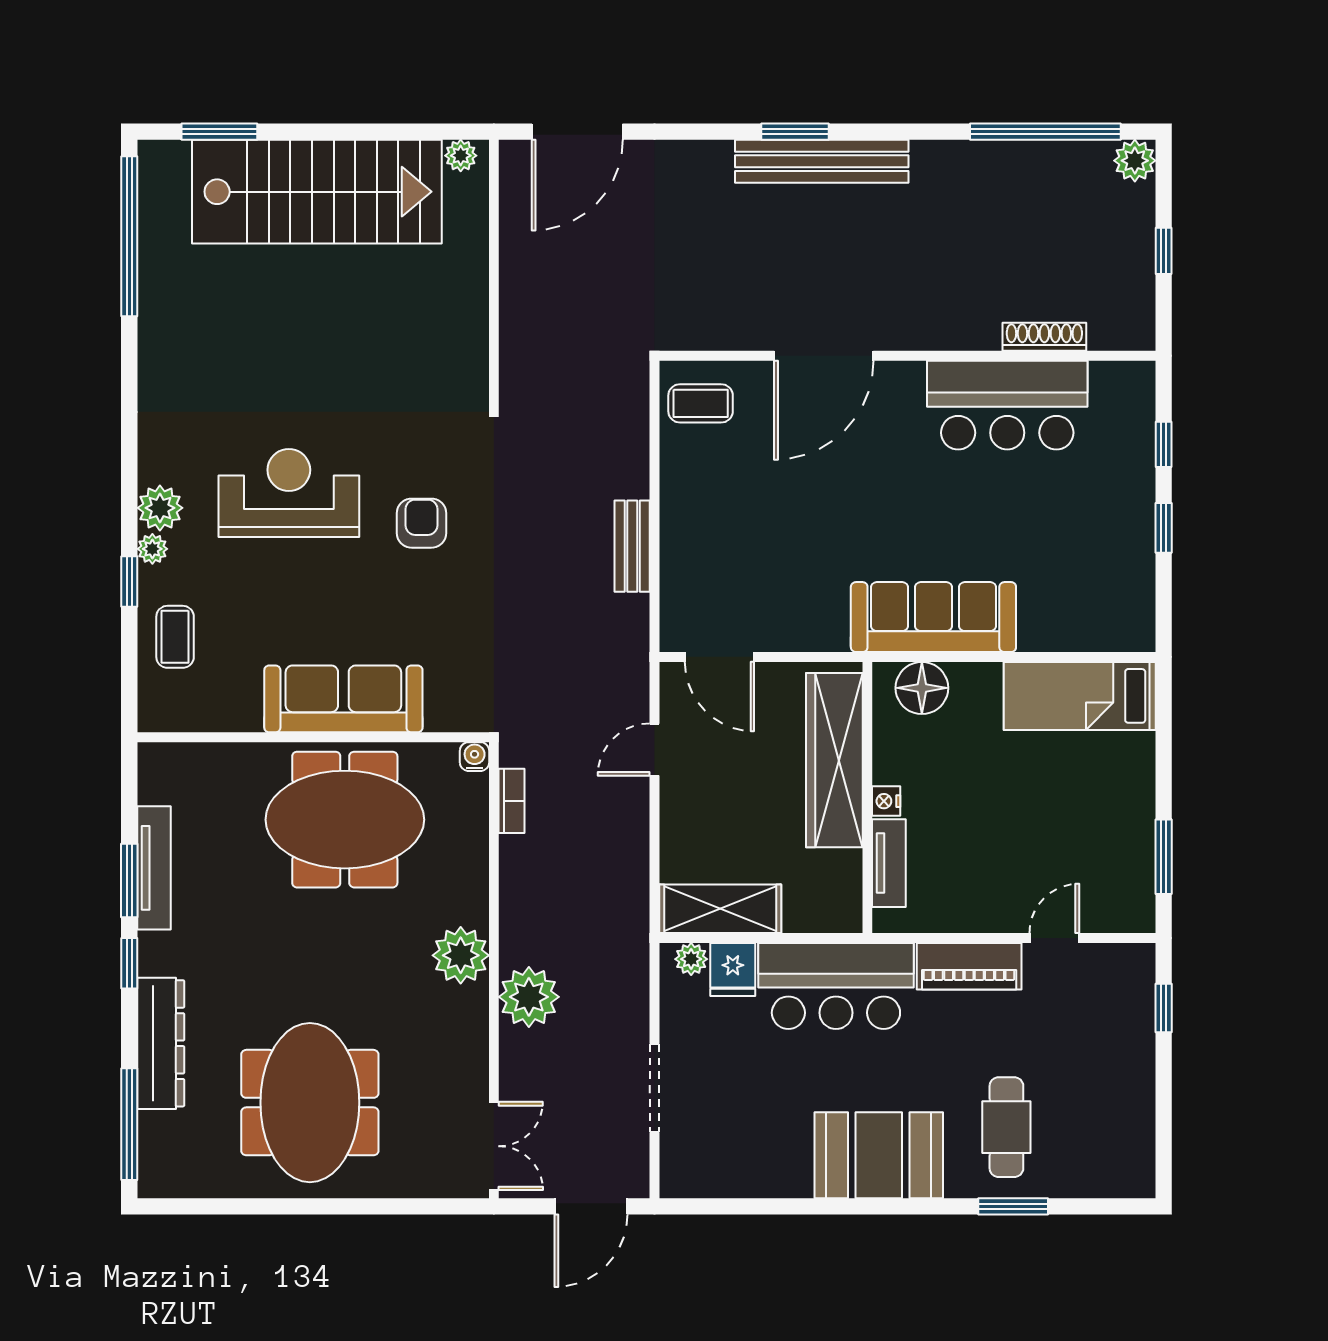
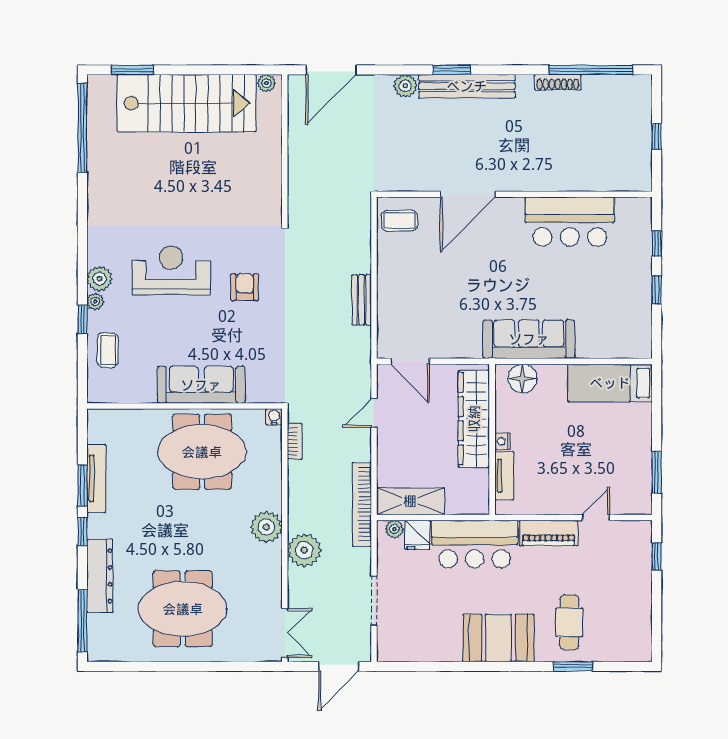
plant: (1135, 161) -> (405, 86), moved
shoe rack: (1044, 337) -> (558, 82), moved, turned 180
bookcase: (633, 915) -> (362, 504), added
meeting table: (310, 1103) -> (183, 609), turned 90

